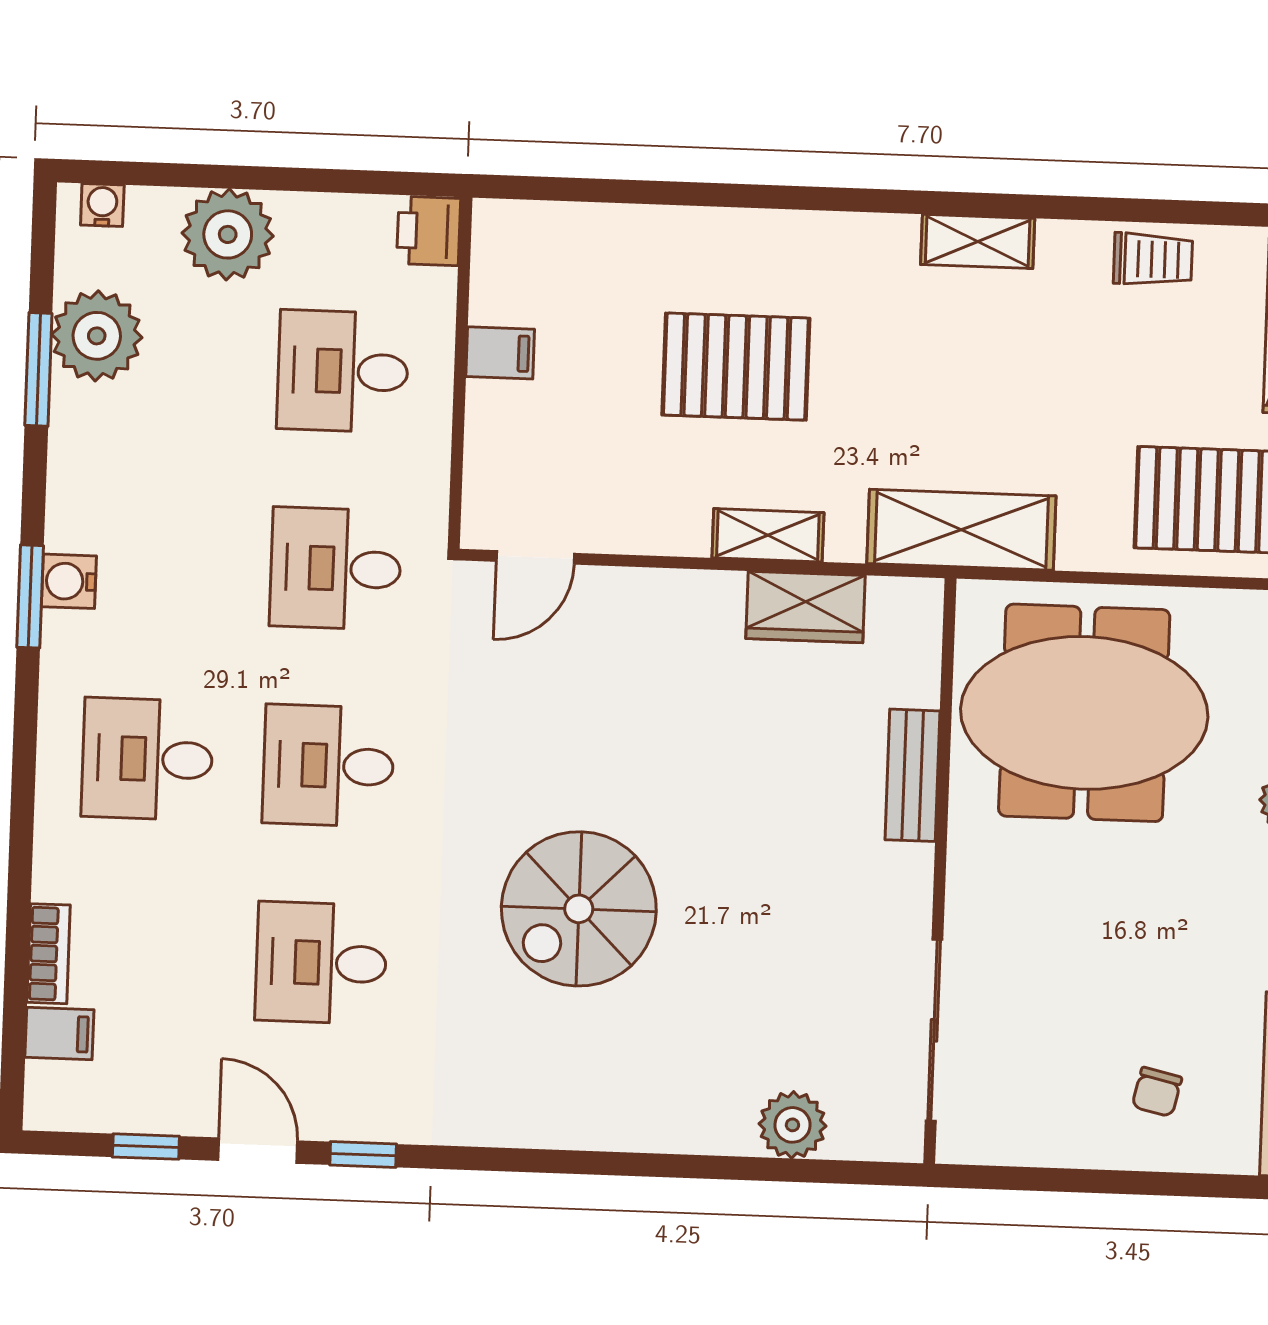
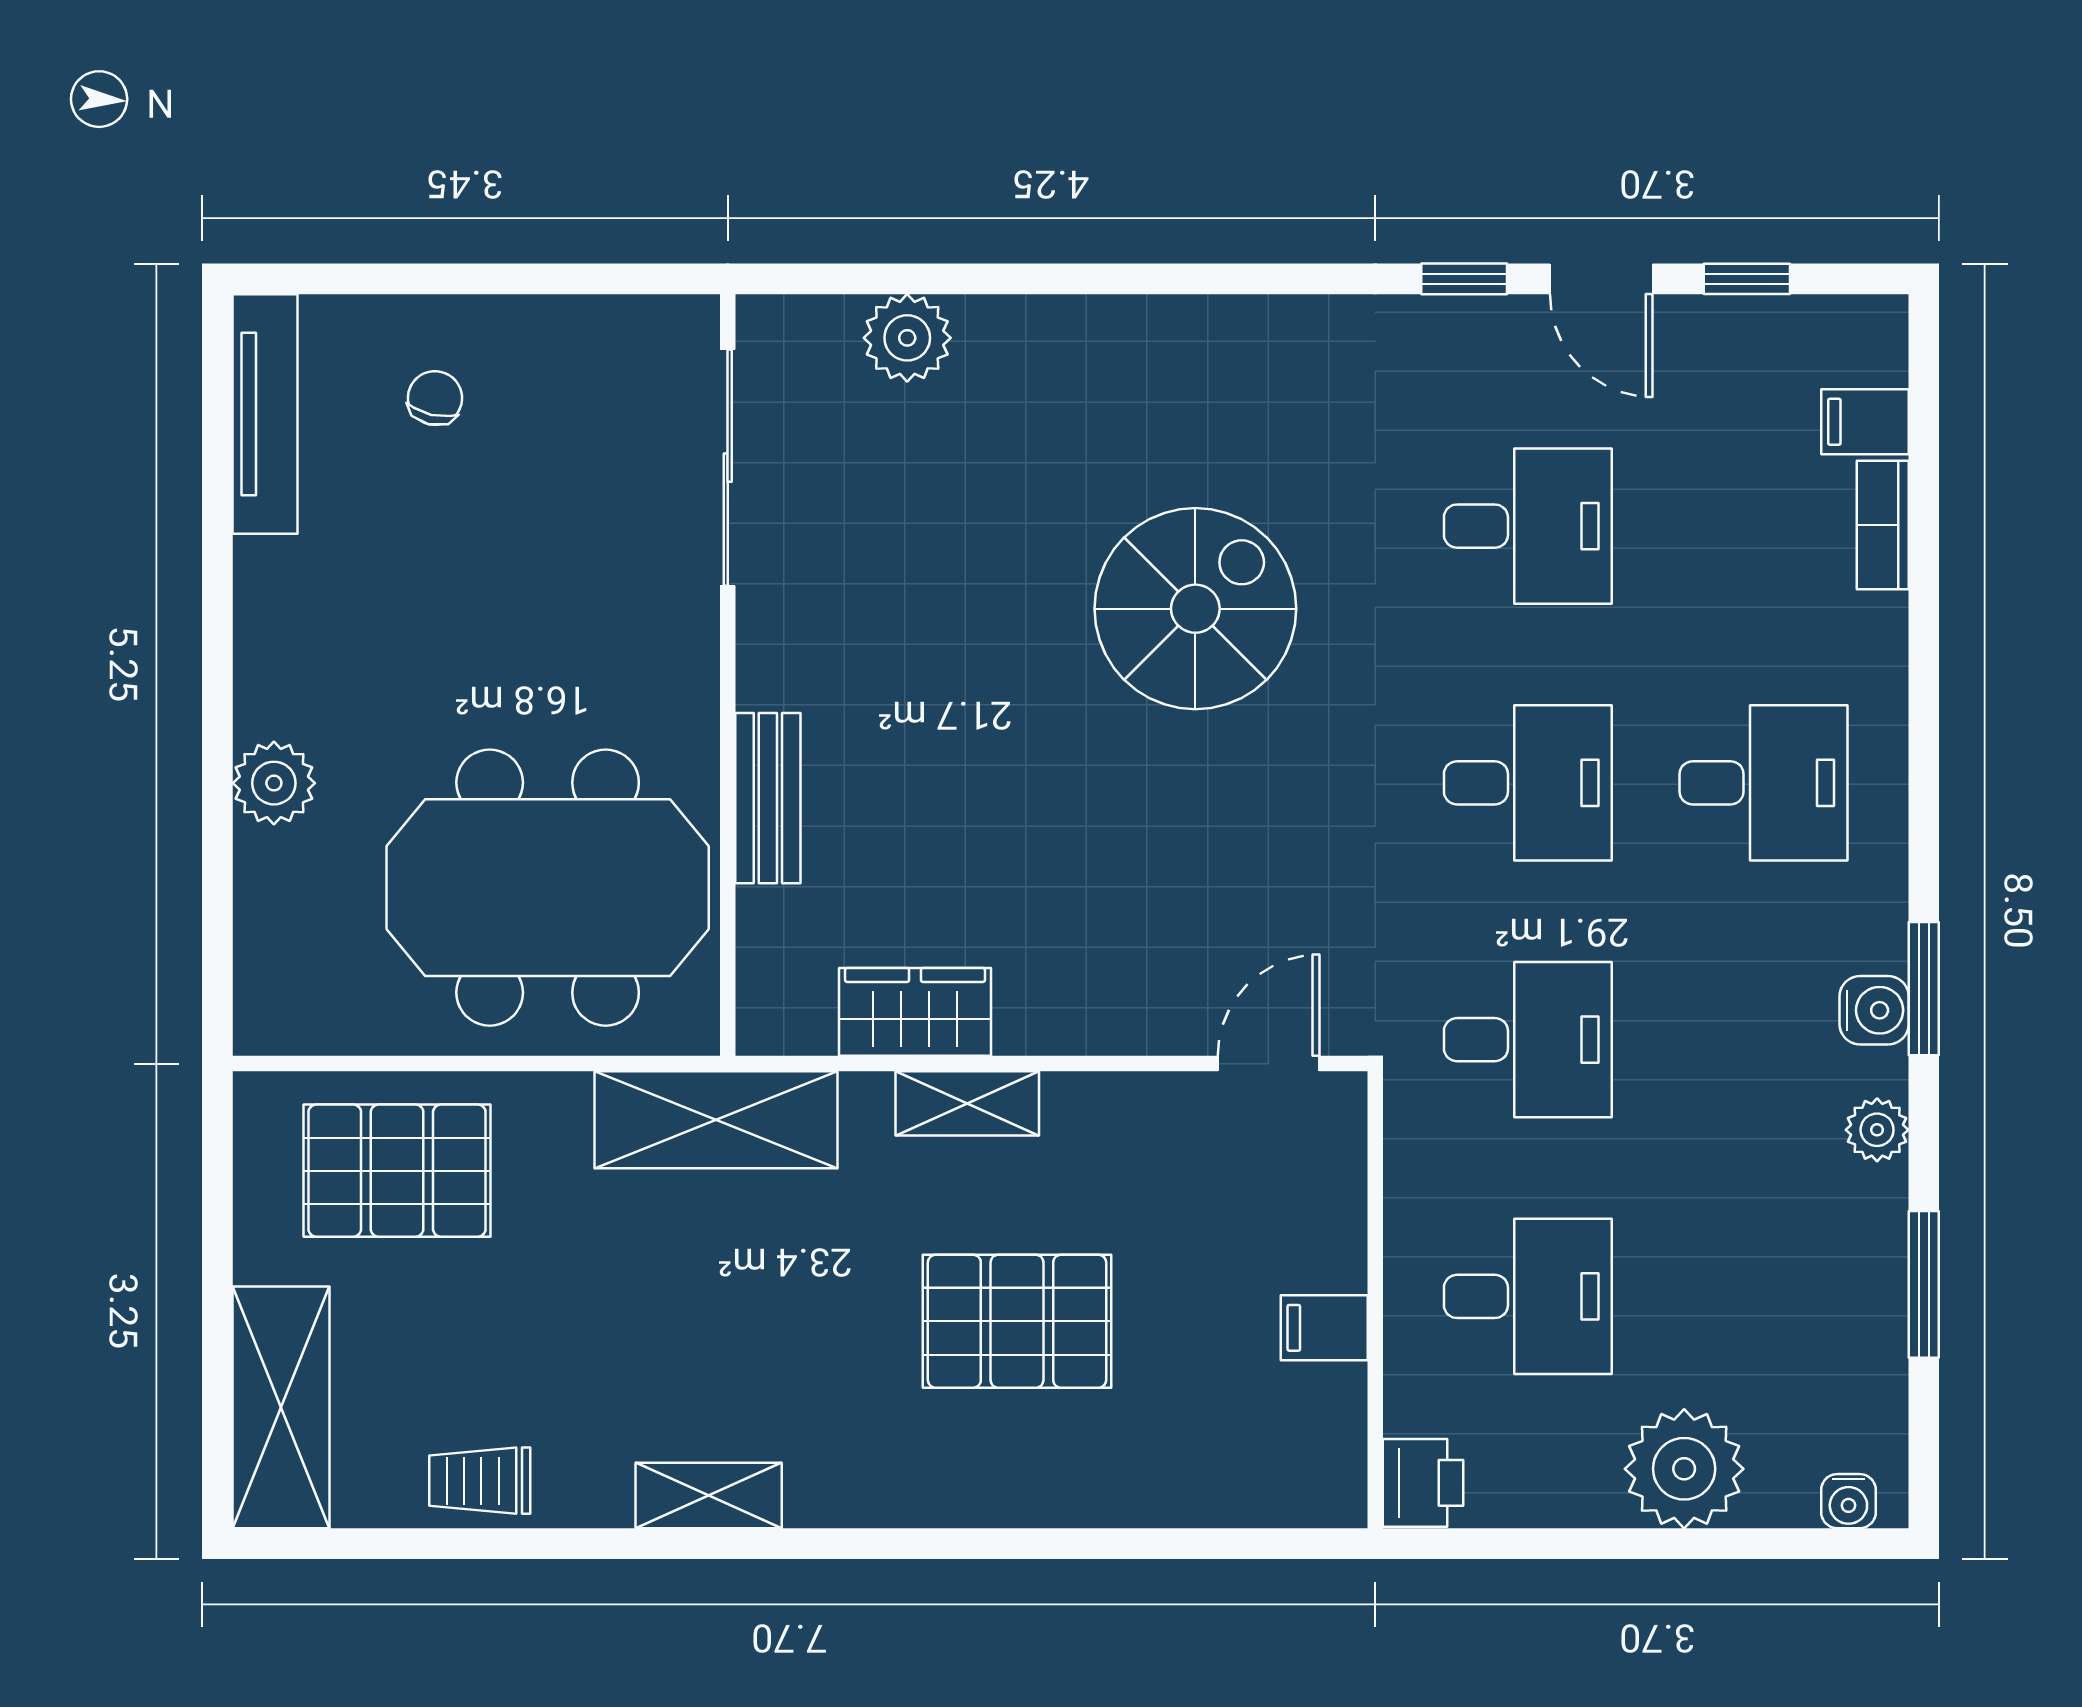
plant: (97, 336) -> (1877, 1130), moved, width x0.53, depth x0.53

